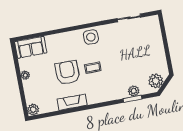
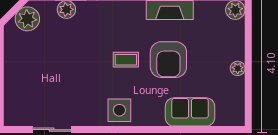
sofa: (31, 47) -> (190, 112), moved

